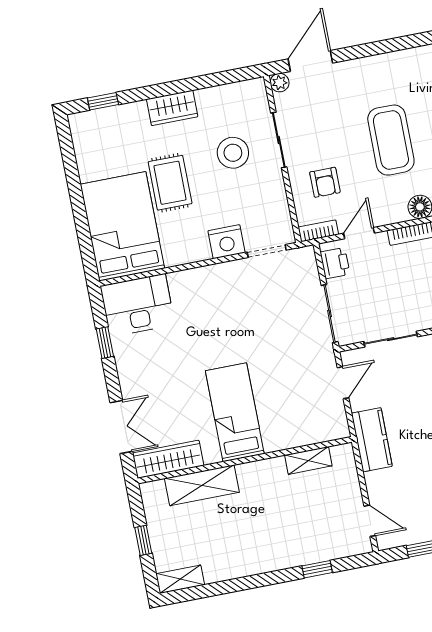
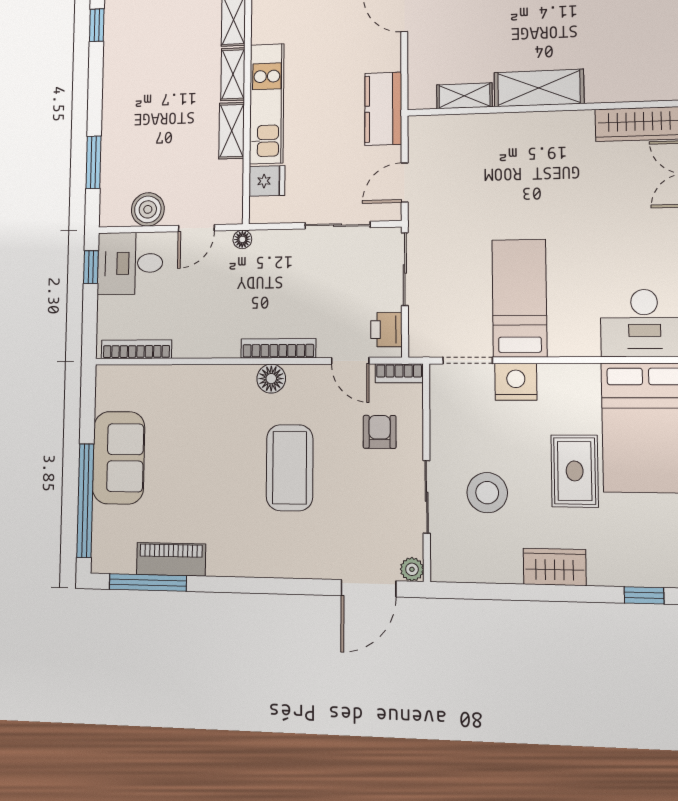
door: (359, 233) -> (350, 361), hinge flipped
bed: (235, 412) -> (519, 298), moved, turned 180
shelving: (202, 485) -> (539, 88), moved

